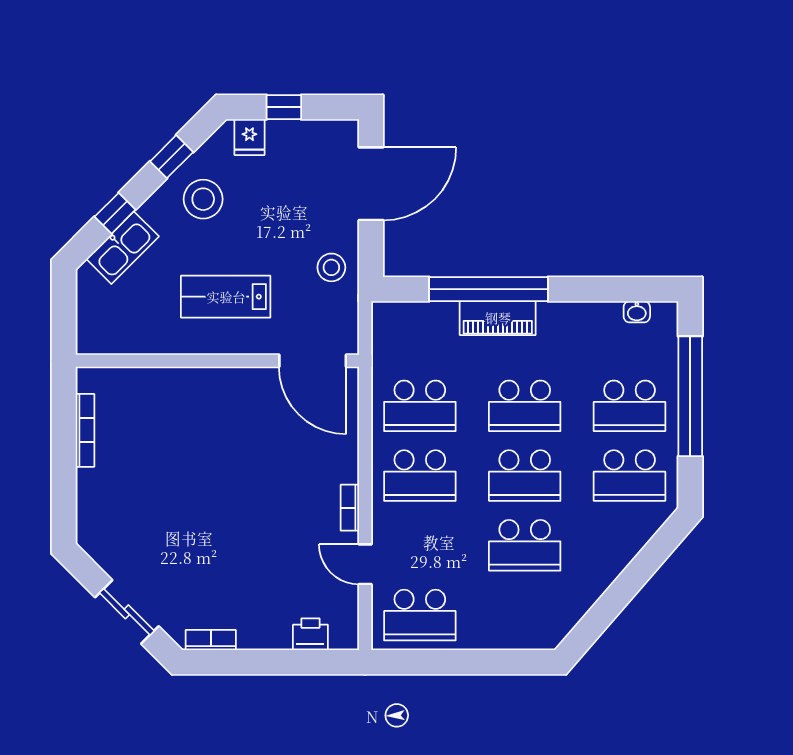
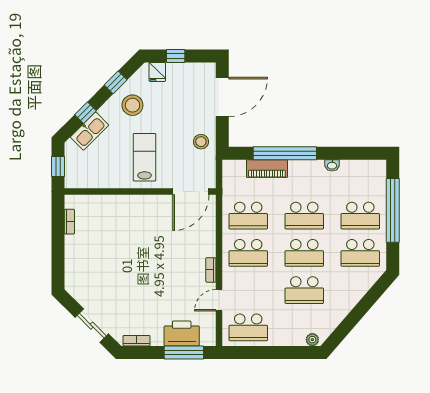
lab bench: (226, 297) -> (145, 157), turned 90
washbasin: (637, 312) -> (332, 165), moved
window: (64, 314) -> (58, 167), added
piano: (498, 318) -> (267, 169), moved
door: (313, 361) -> (191, 191), hinge flipped
bookcase: (85, 430) -> (69, 222), width x0.64
door: (365, 564) -> (219, 300), hinge flipped
printer: (310, 634) -> (182, 333), width x1.87, depth x1.48
plant: (540, 638) -> (312, 340), added
window: (299, 662) -> (184, 352), added

